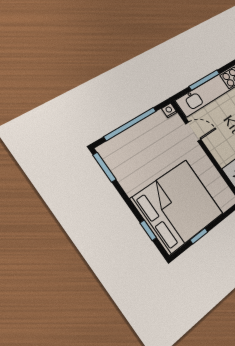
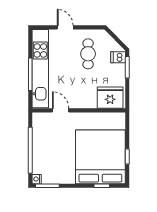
nightstand: (169, 110) -> (37, 179), moved
door: (193, 132) -> (61, 110), hinge flipped

